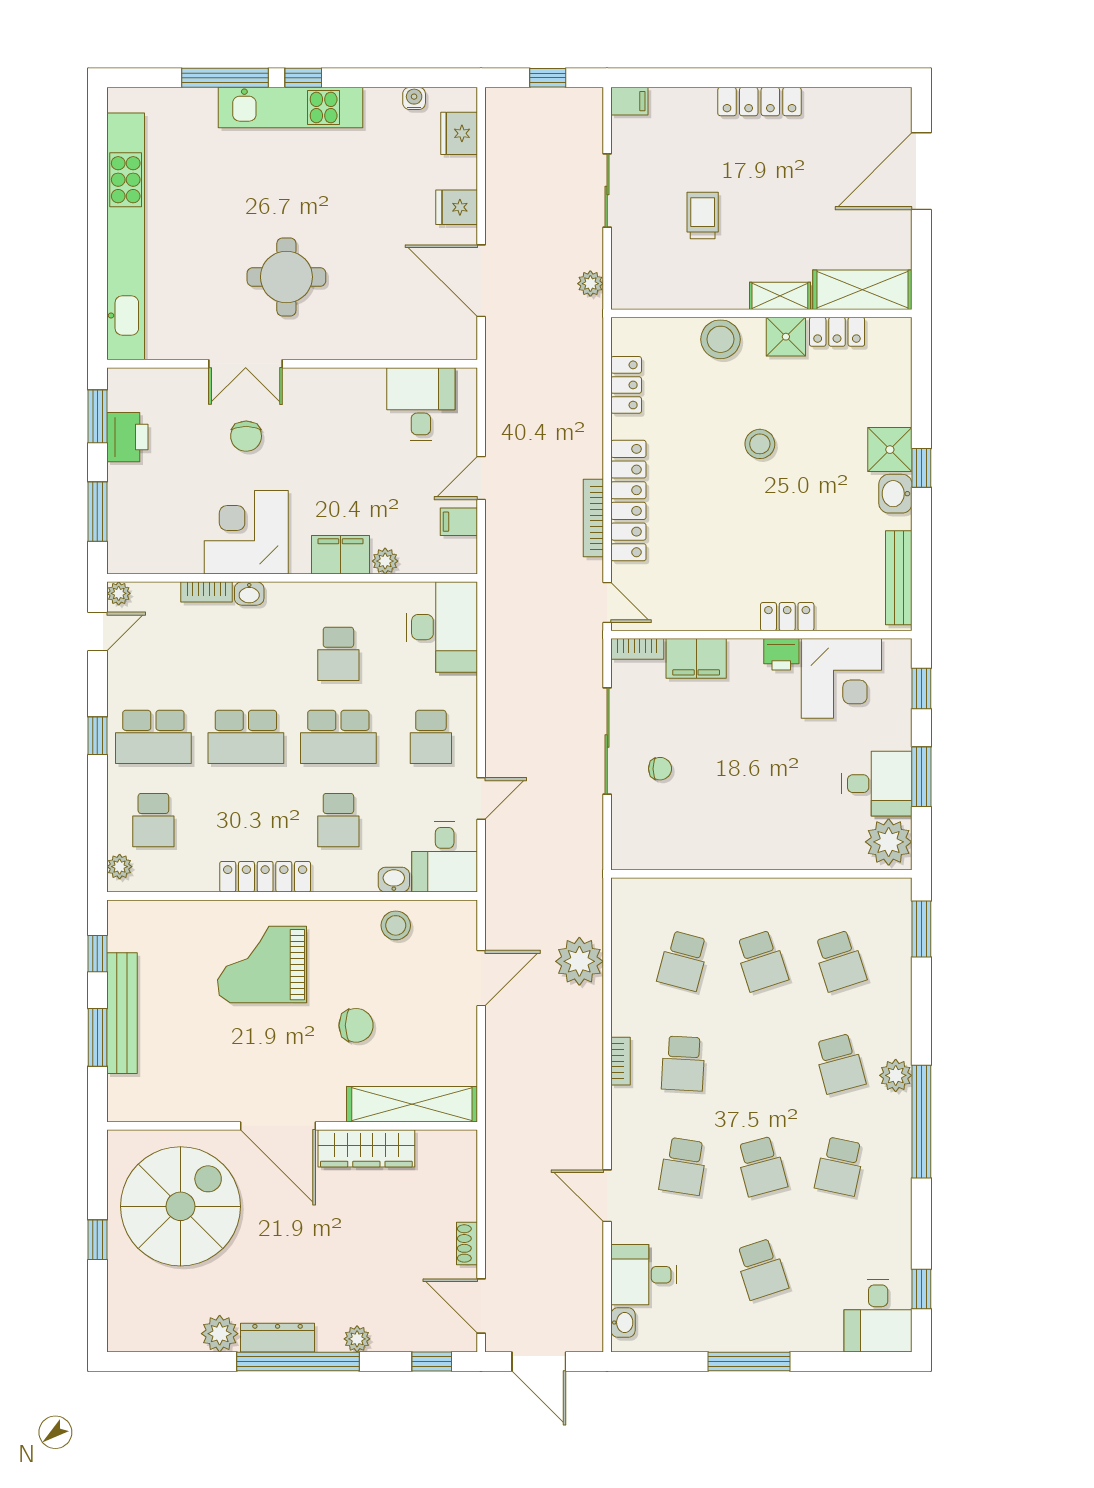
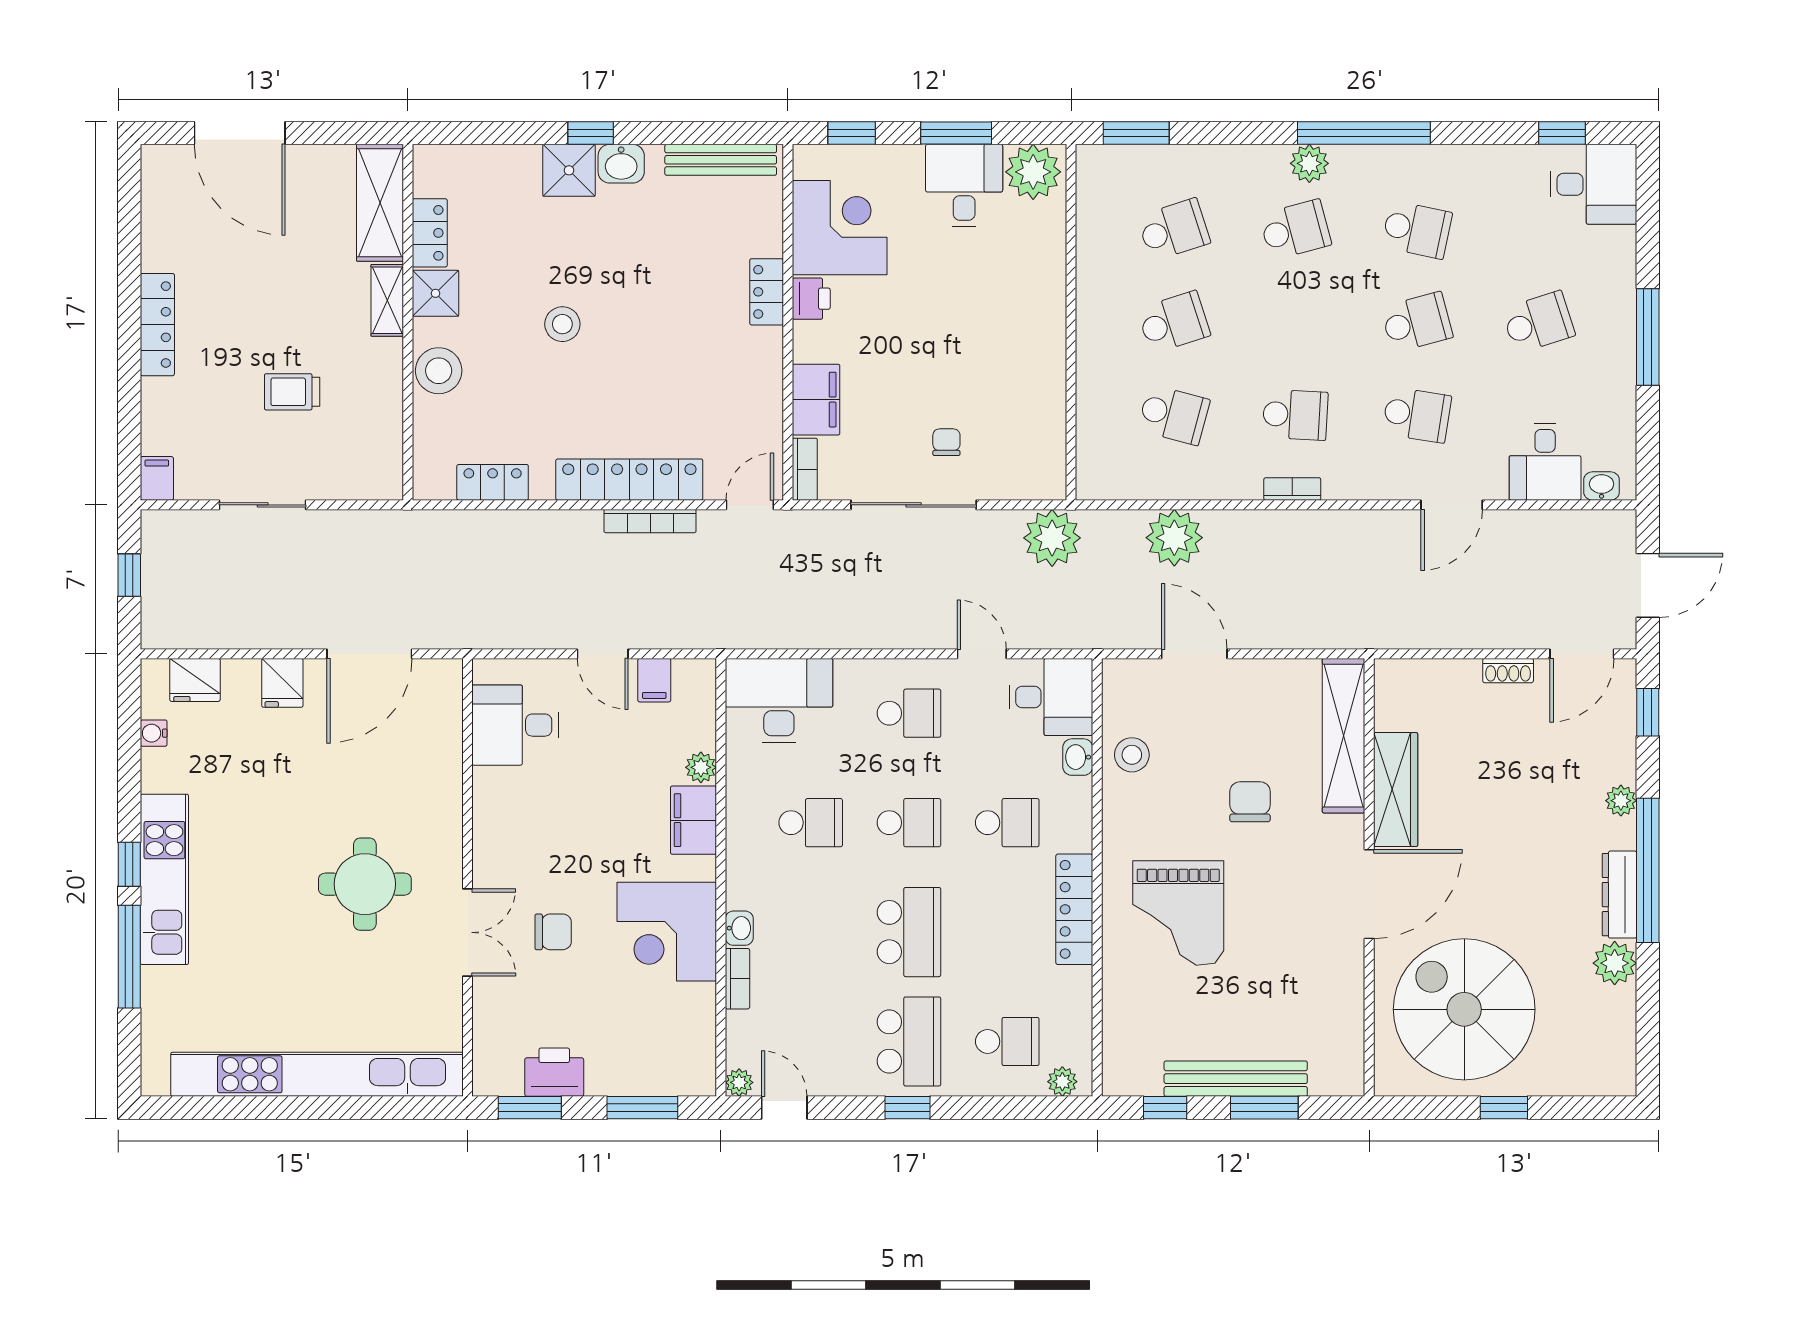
plant: (590, 284) -> (1052, 538), moved, width x1.87, depth x1.87
school desk: (338, 737) -> (909, 823), width x0.54

